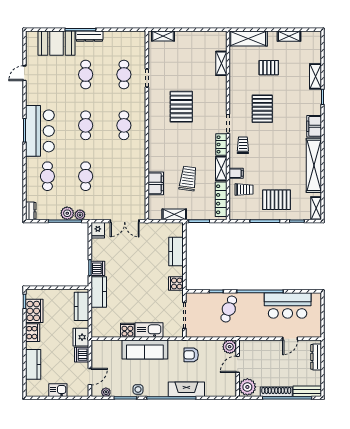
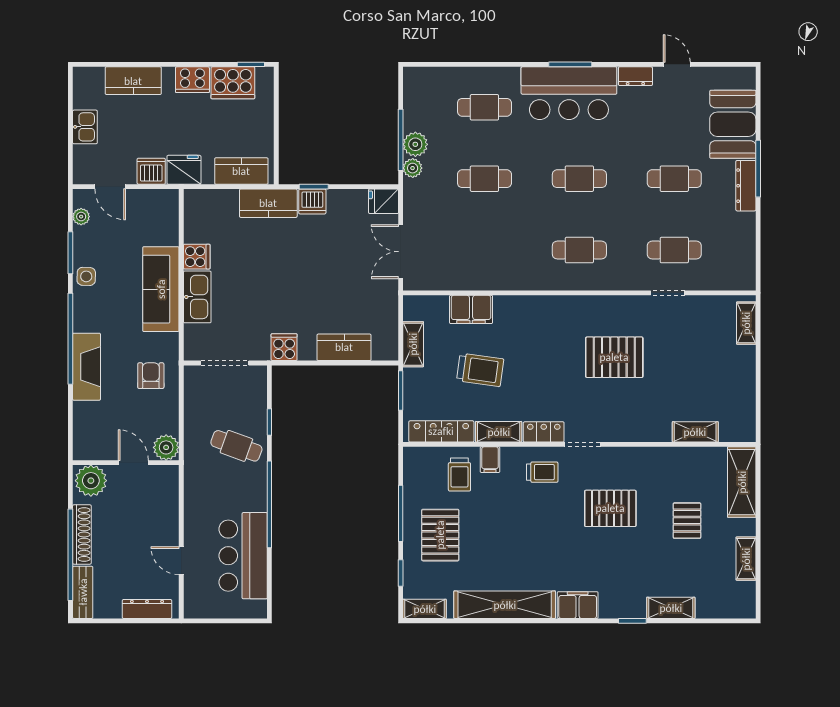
dresser: (31, 211) -> (635, 76), moved

